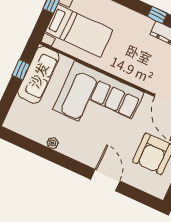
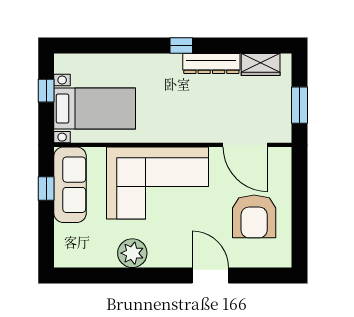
plant: (53, 143) -> (132, 253), width x1.88, depth x1.88

